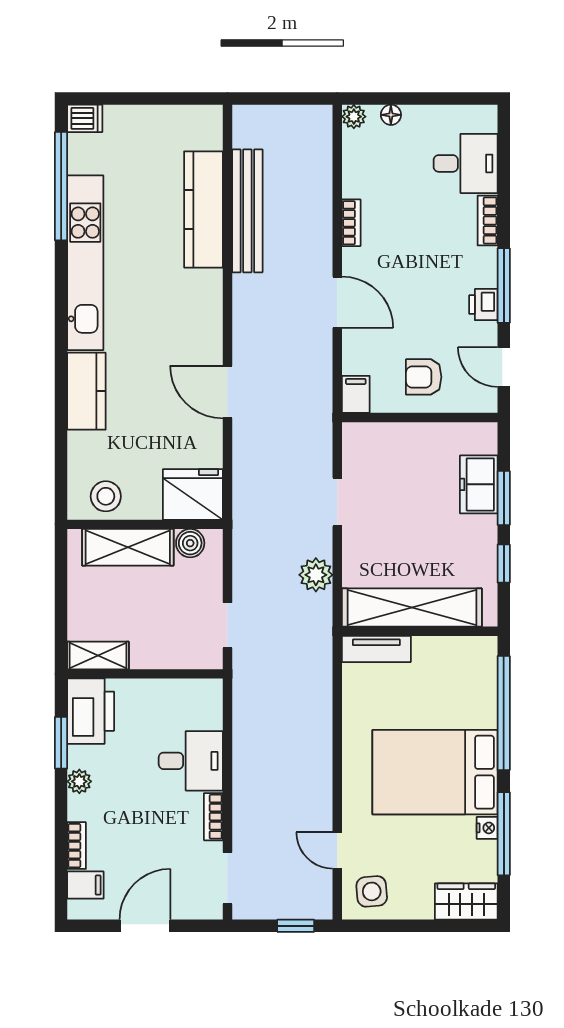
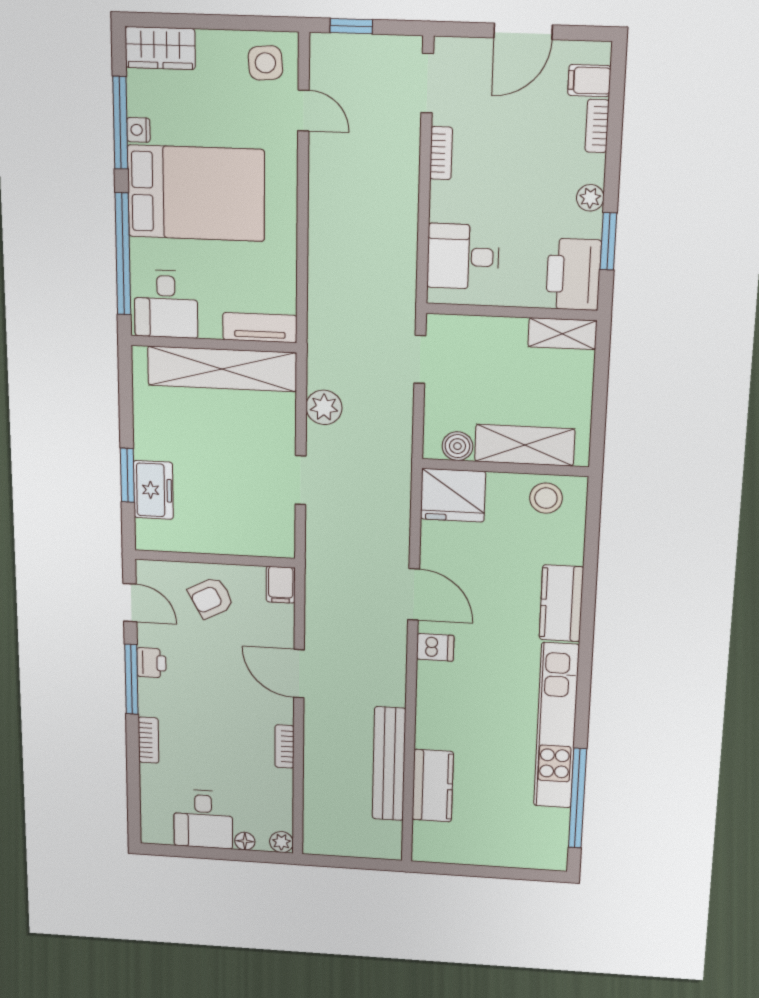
dishwasher: (85, 118) -> (435, 647), moved, turned 180
desk: (466, 163) -> (203, 819), moved, turned -90
kitchen counter: (203, 209) -> (433, 786), width x0.67
armchair: (424, 377) -> (211, 598), turned 152
window: (504, 564) -> (126, 409), removed
desk: (464, 668) -> (166, 304), added
desk: (191, 761) -> (463, 257), moved

